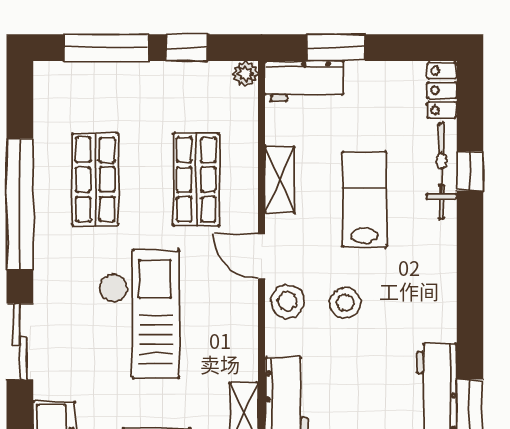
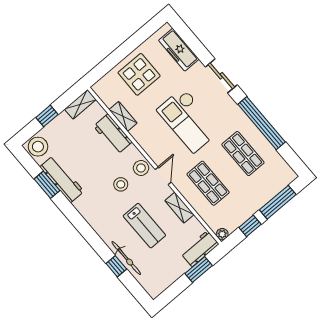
locker: (442, 90) -> (150, 286), removed
door: (262, 256) -> (163, 176), hinge flipped

